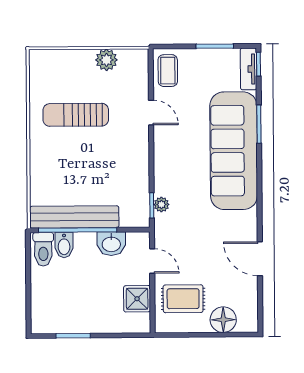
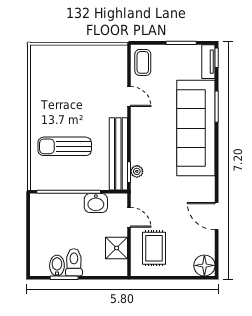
plant: (106, 60) -> (93, 53), removed
sun lounger: (76, 115) -> (65, 146), moved
bench: (74, 217) -> (118, 154), moved, turned 90
bidet: (64, 245) -> (57, 266), moved, turned 180
toilet: (43, 249) -> (74, 262), moved, turned 180
rug: (183, 299) -> (154, 248), turned 90
floor lamp: (223, 320) -> (204, 265), moved

